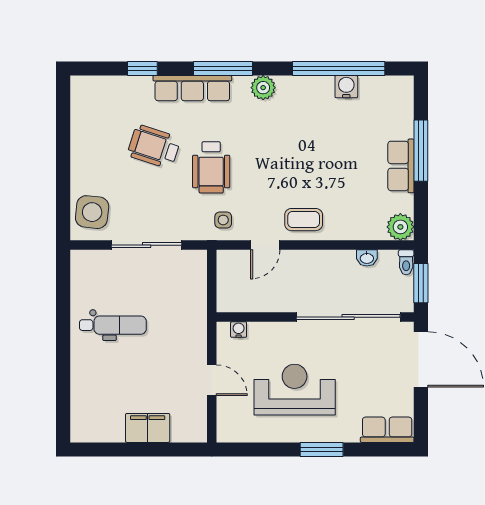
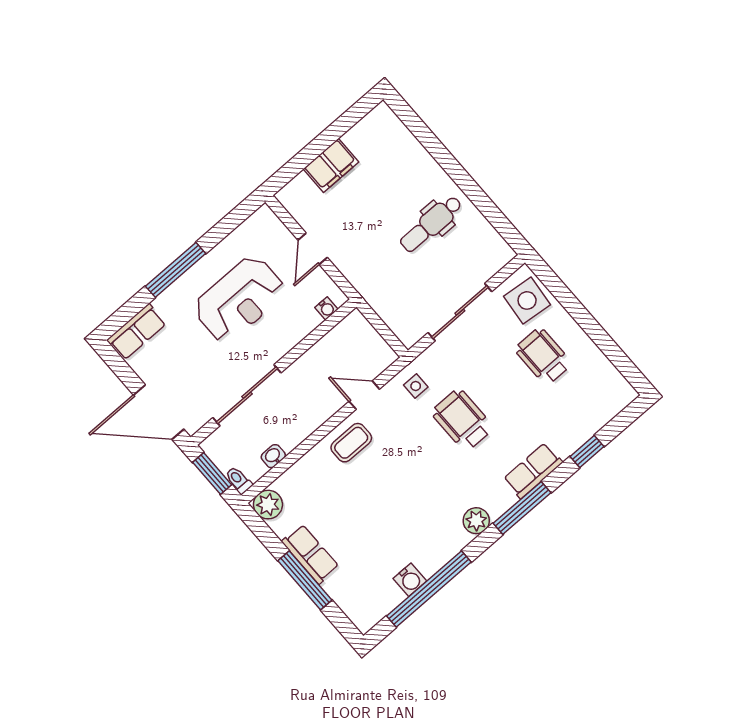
row of seats: (192, 88) -> (533, 471), width x0.68
wheelchair: (154, 147) -> (543, 356), moved, turned -108
door: (265, 245) -> (364, 395), hinge flipped
sliding door: (348, 317) -> (247, 395), width x0.73
door: (212, 380) -> (313, 249), hinge flipped
window: (322, 449) -> (176, 270), width x1.44

